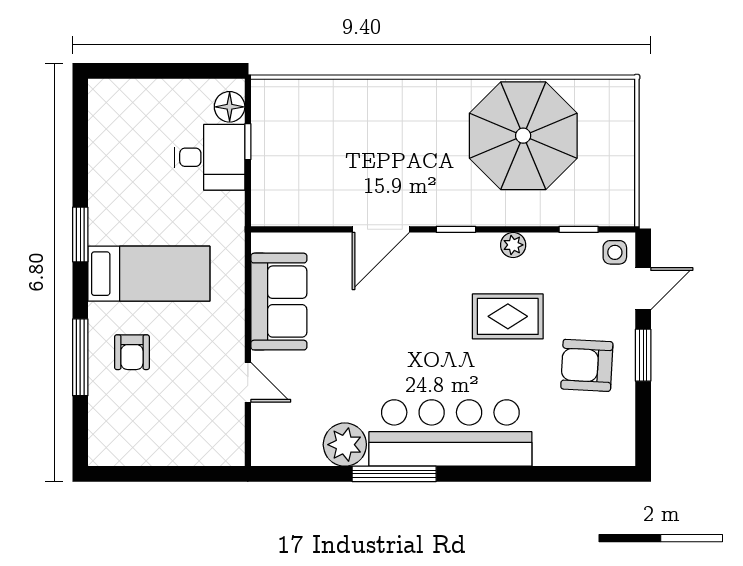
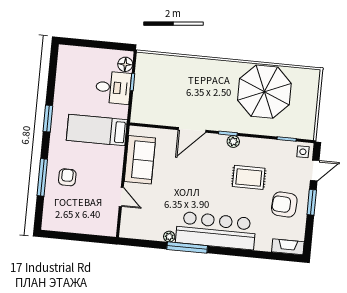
plant: (513, 245) -> (233, 141), moved
bed: (149, 274) -> (97, 130), moved, turned 180
armchair: (132, 352) -> (67, 177), turned 180
plant: (345, 445) -> (169, 237), width x0.53, depth x0.53
fireplace: (603, 452) -> (288, 247), added

